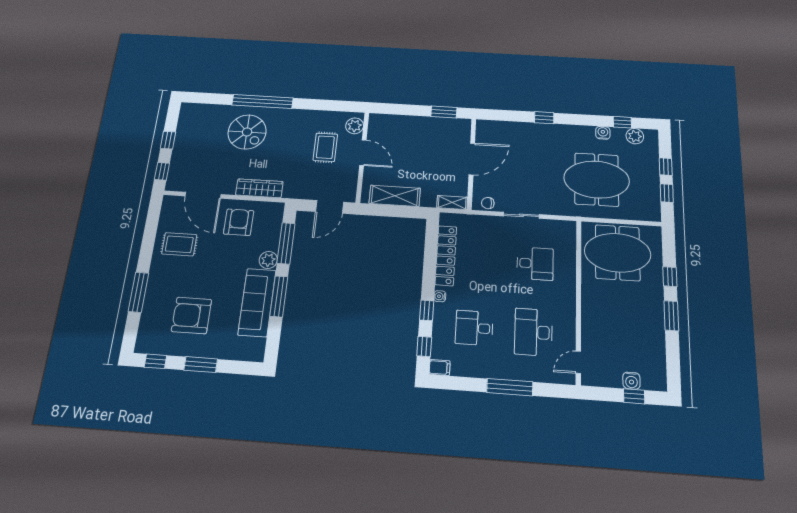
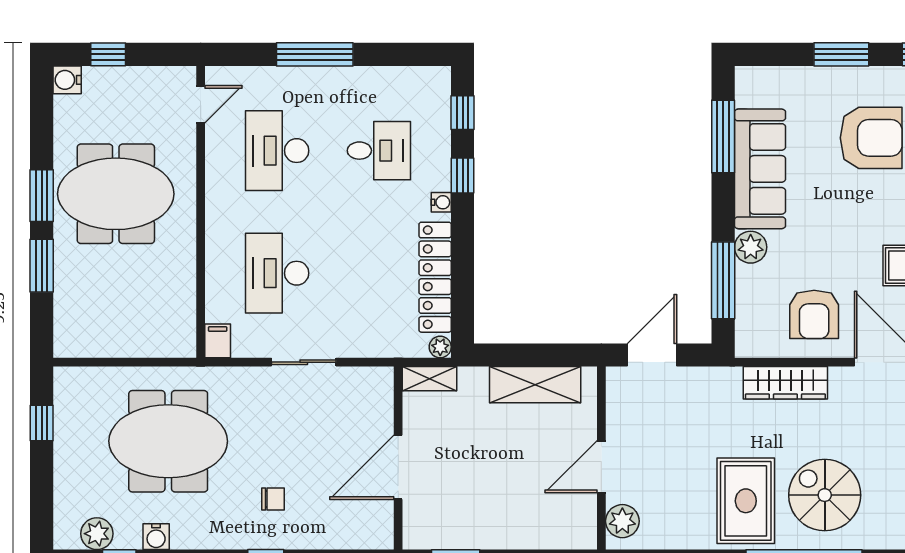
rug: (325, 147) -> (746, 501), moved, width x1.36, depth x1.43
door: (363, 153) -> (601, 467), hinge flipped
window: (666, 167) -> (42, 476), removed
chair: (488, 203) -> (273, 499), moved
plant: (445, 218) -> (440, 347), added
meeting table: (618, 253) -> (116, 194), moved
desk: (535, 264) -> (277, 273), width x1.37
window: (670, 277) -> (42, 266), width x1.50
window: (279, 296) -> (723, 136), moved
desk: (534, 332) -> (277, 151), turned 180
filing cabinet: (440, 368) -> (218, 341), moved, turned 90
water cooler: (631, 381) -> (67, 80), moved, turned -90

